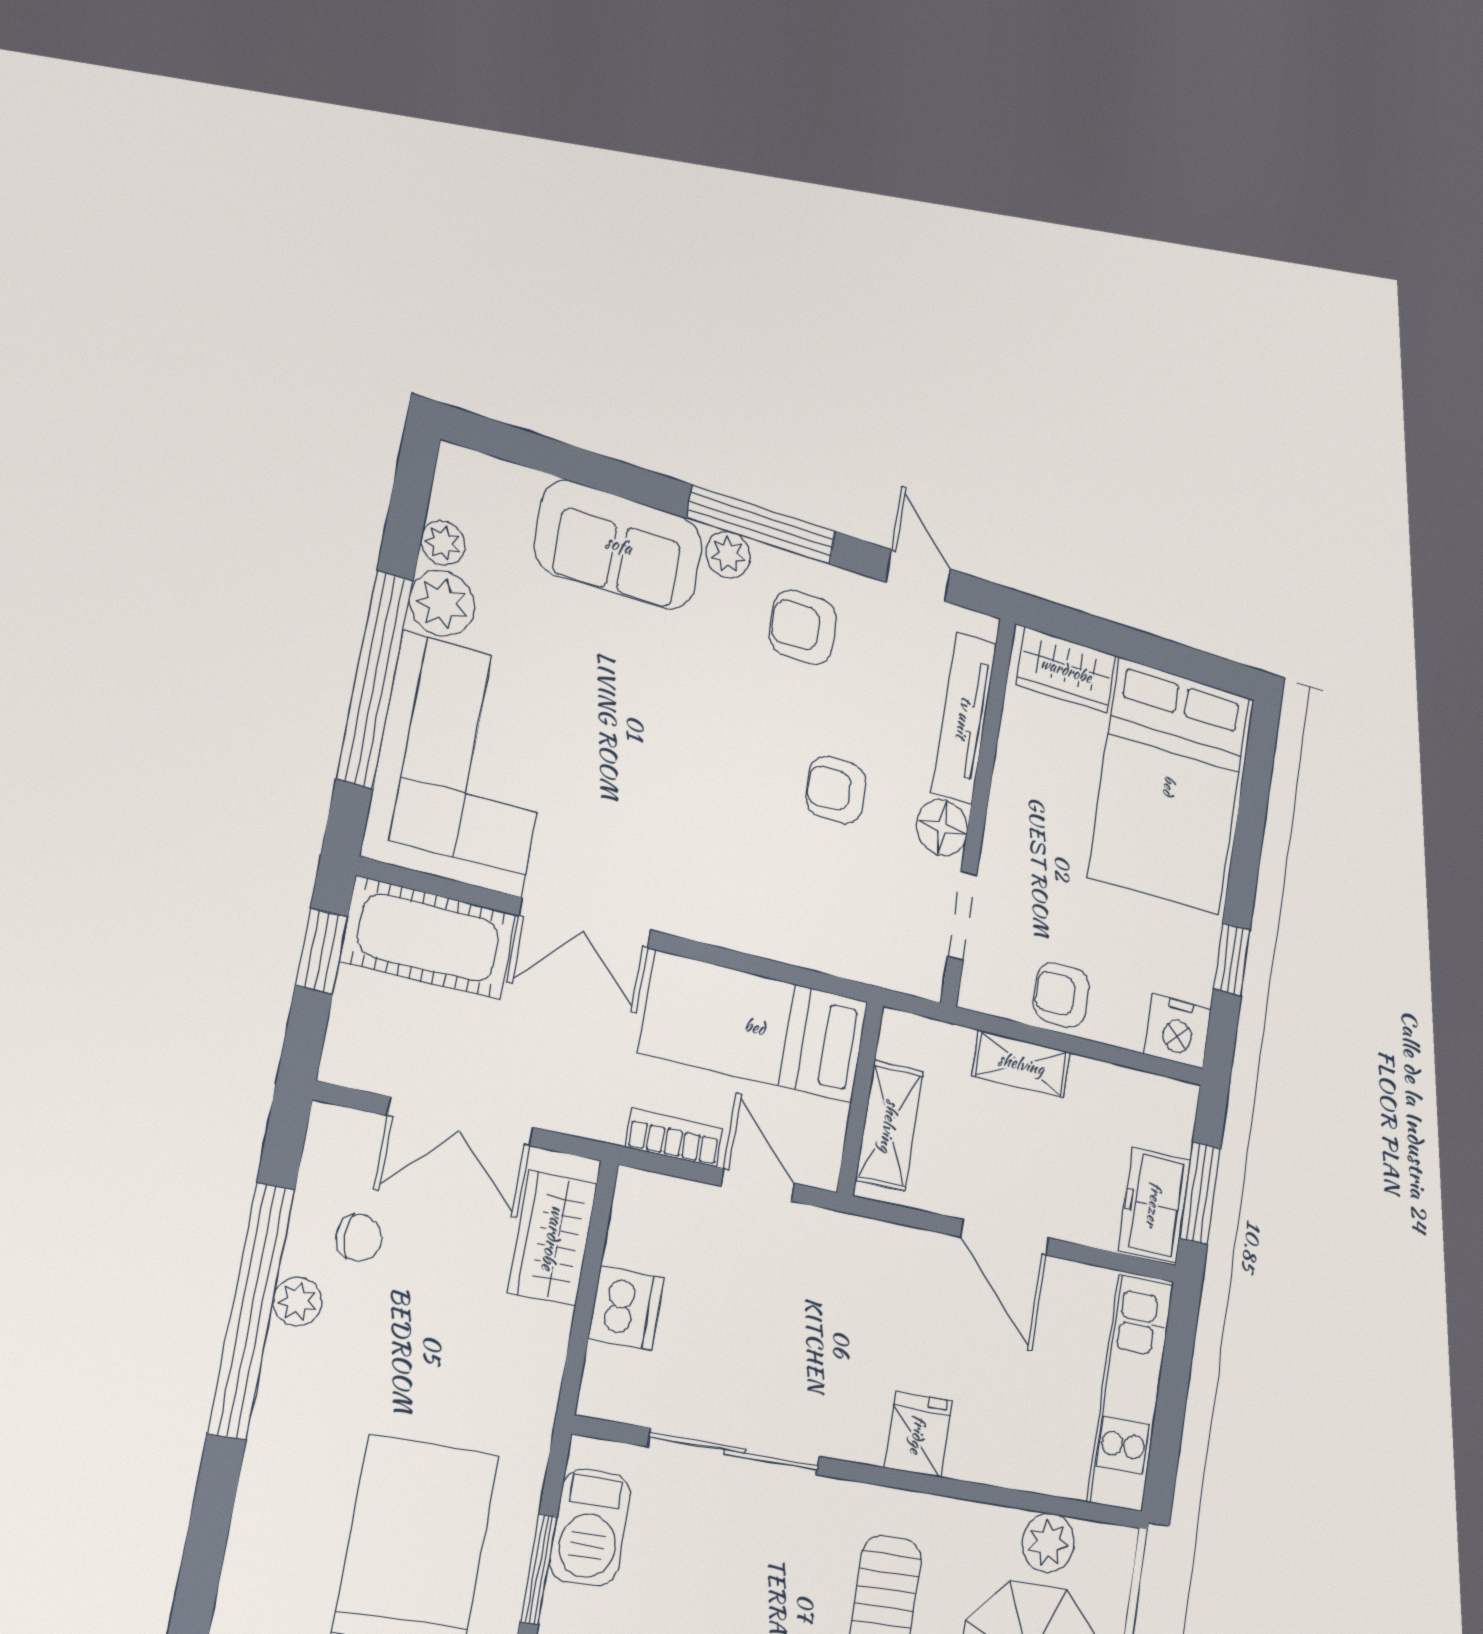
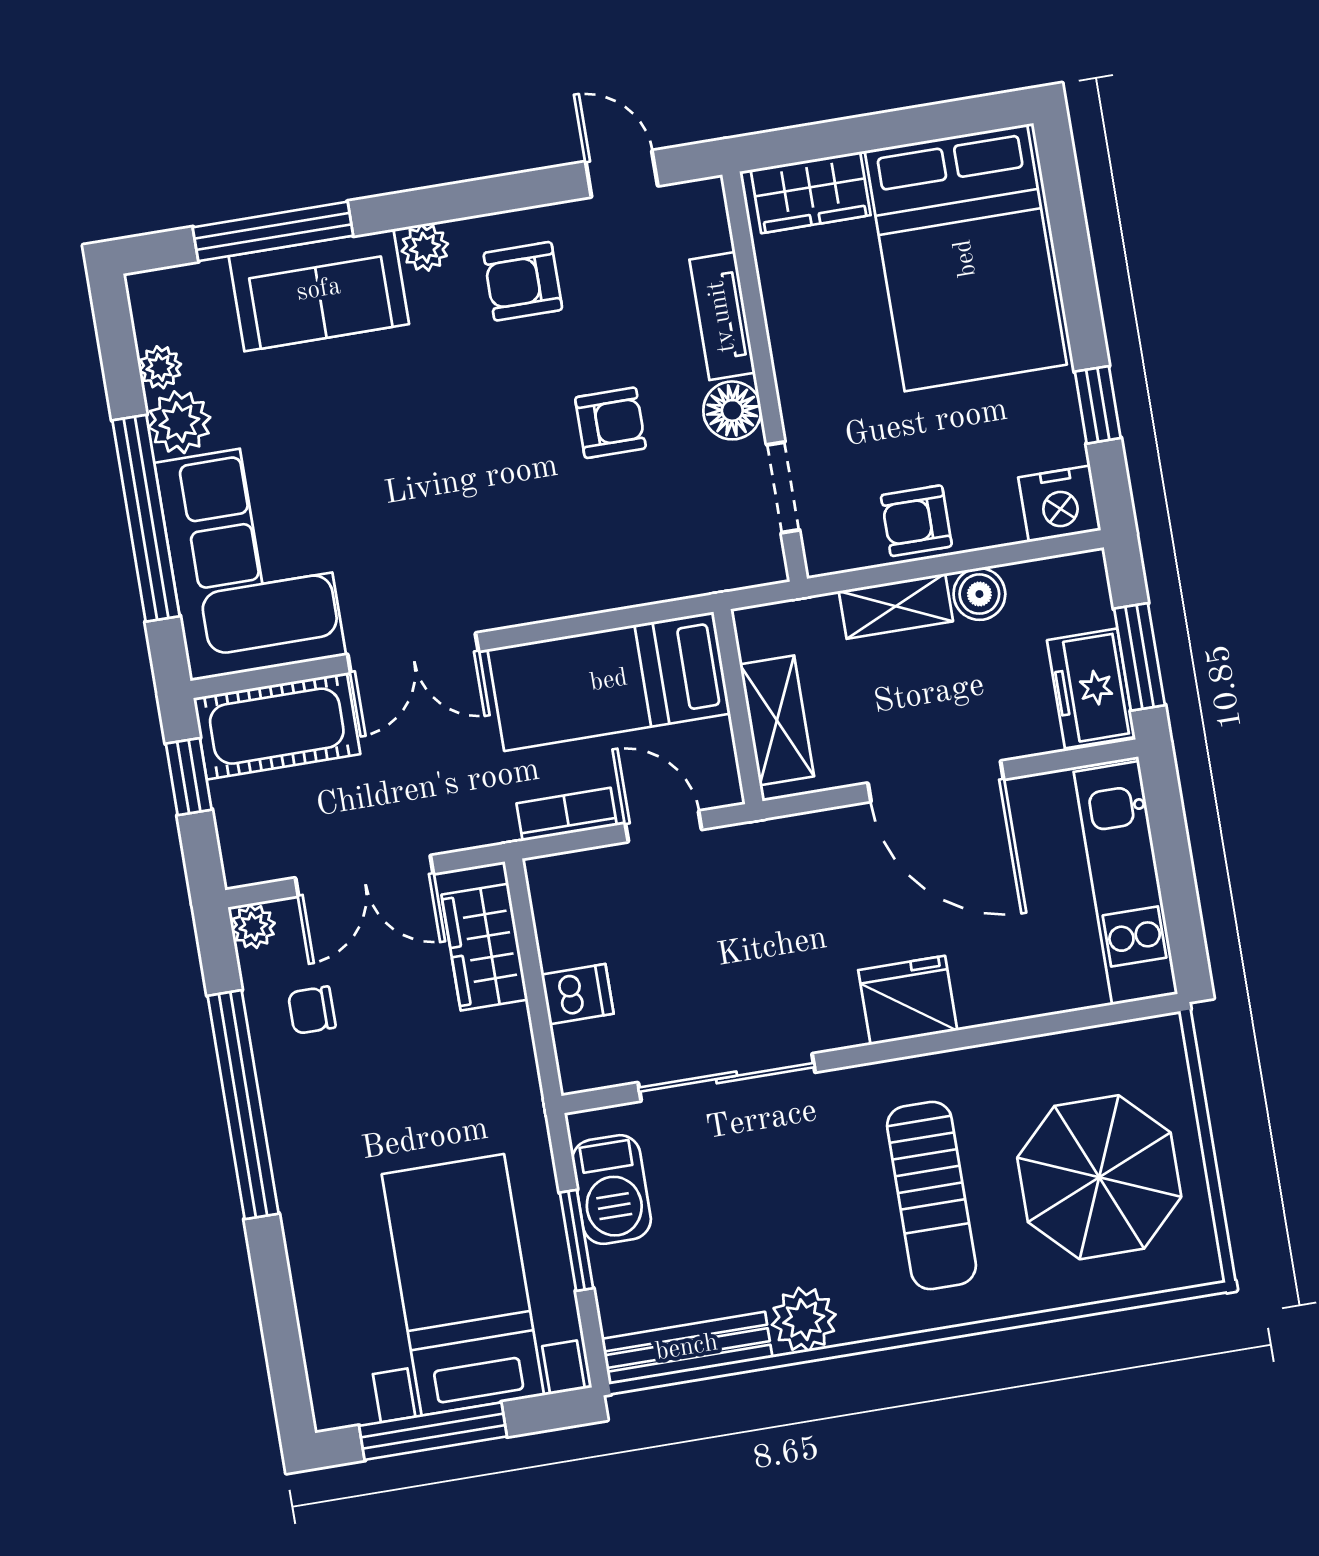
window: (762, 525) -> (273, 231), moved
tv unit: (964, 718) -> (722, 316), width x0.71
armchair: (836, 790) -> (610, 423), turned 180
boiler: (1092, 1083) -> (979, 594), added
door: (1005, 1237) -> (936, 781), width x1.36
chair: (359, 1238) -> (312, 1010), turned 180
plant: (298, 1302) -> (253, 926), moved
dishwasher: (626, 1308) -> (577, 994), width x0.73
fridge: (918, 1435) -> (908, 1000), width x1.38
plant: (1048, 1543) -> (1083, 1057), removed

